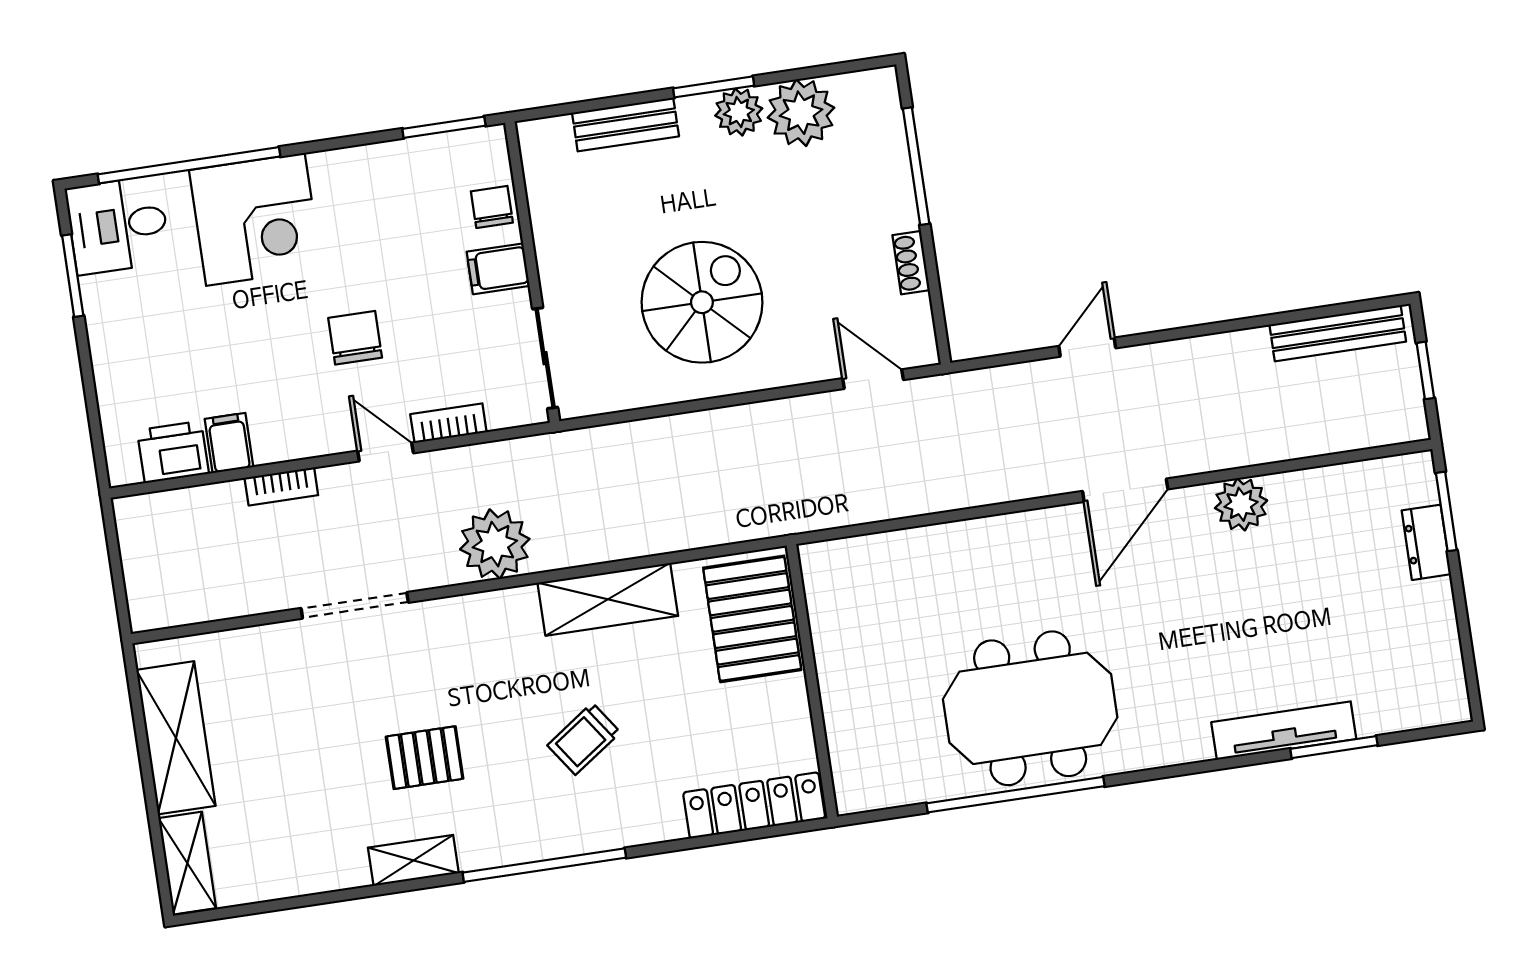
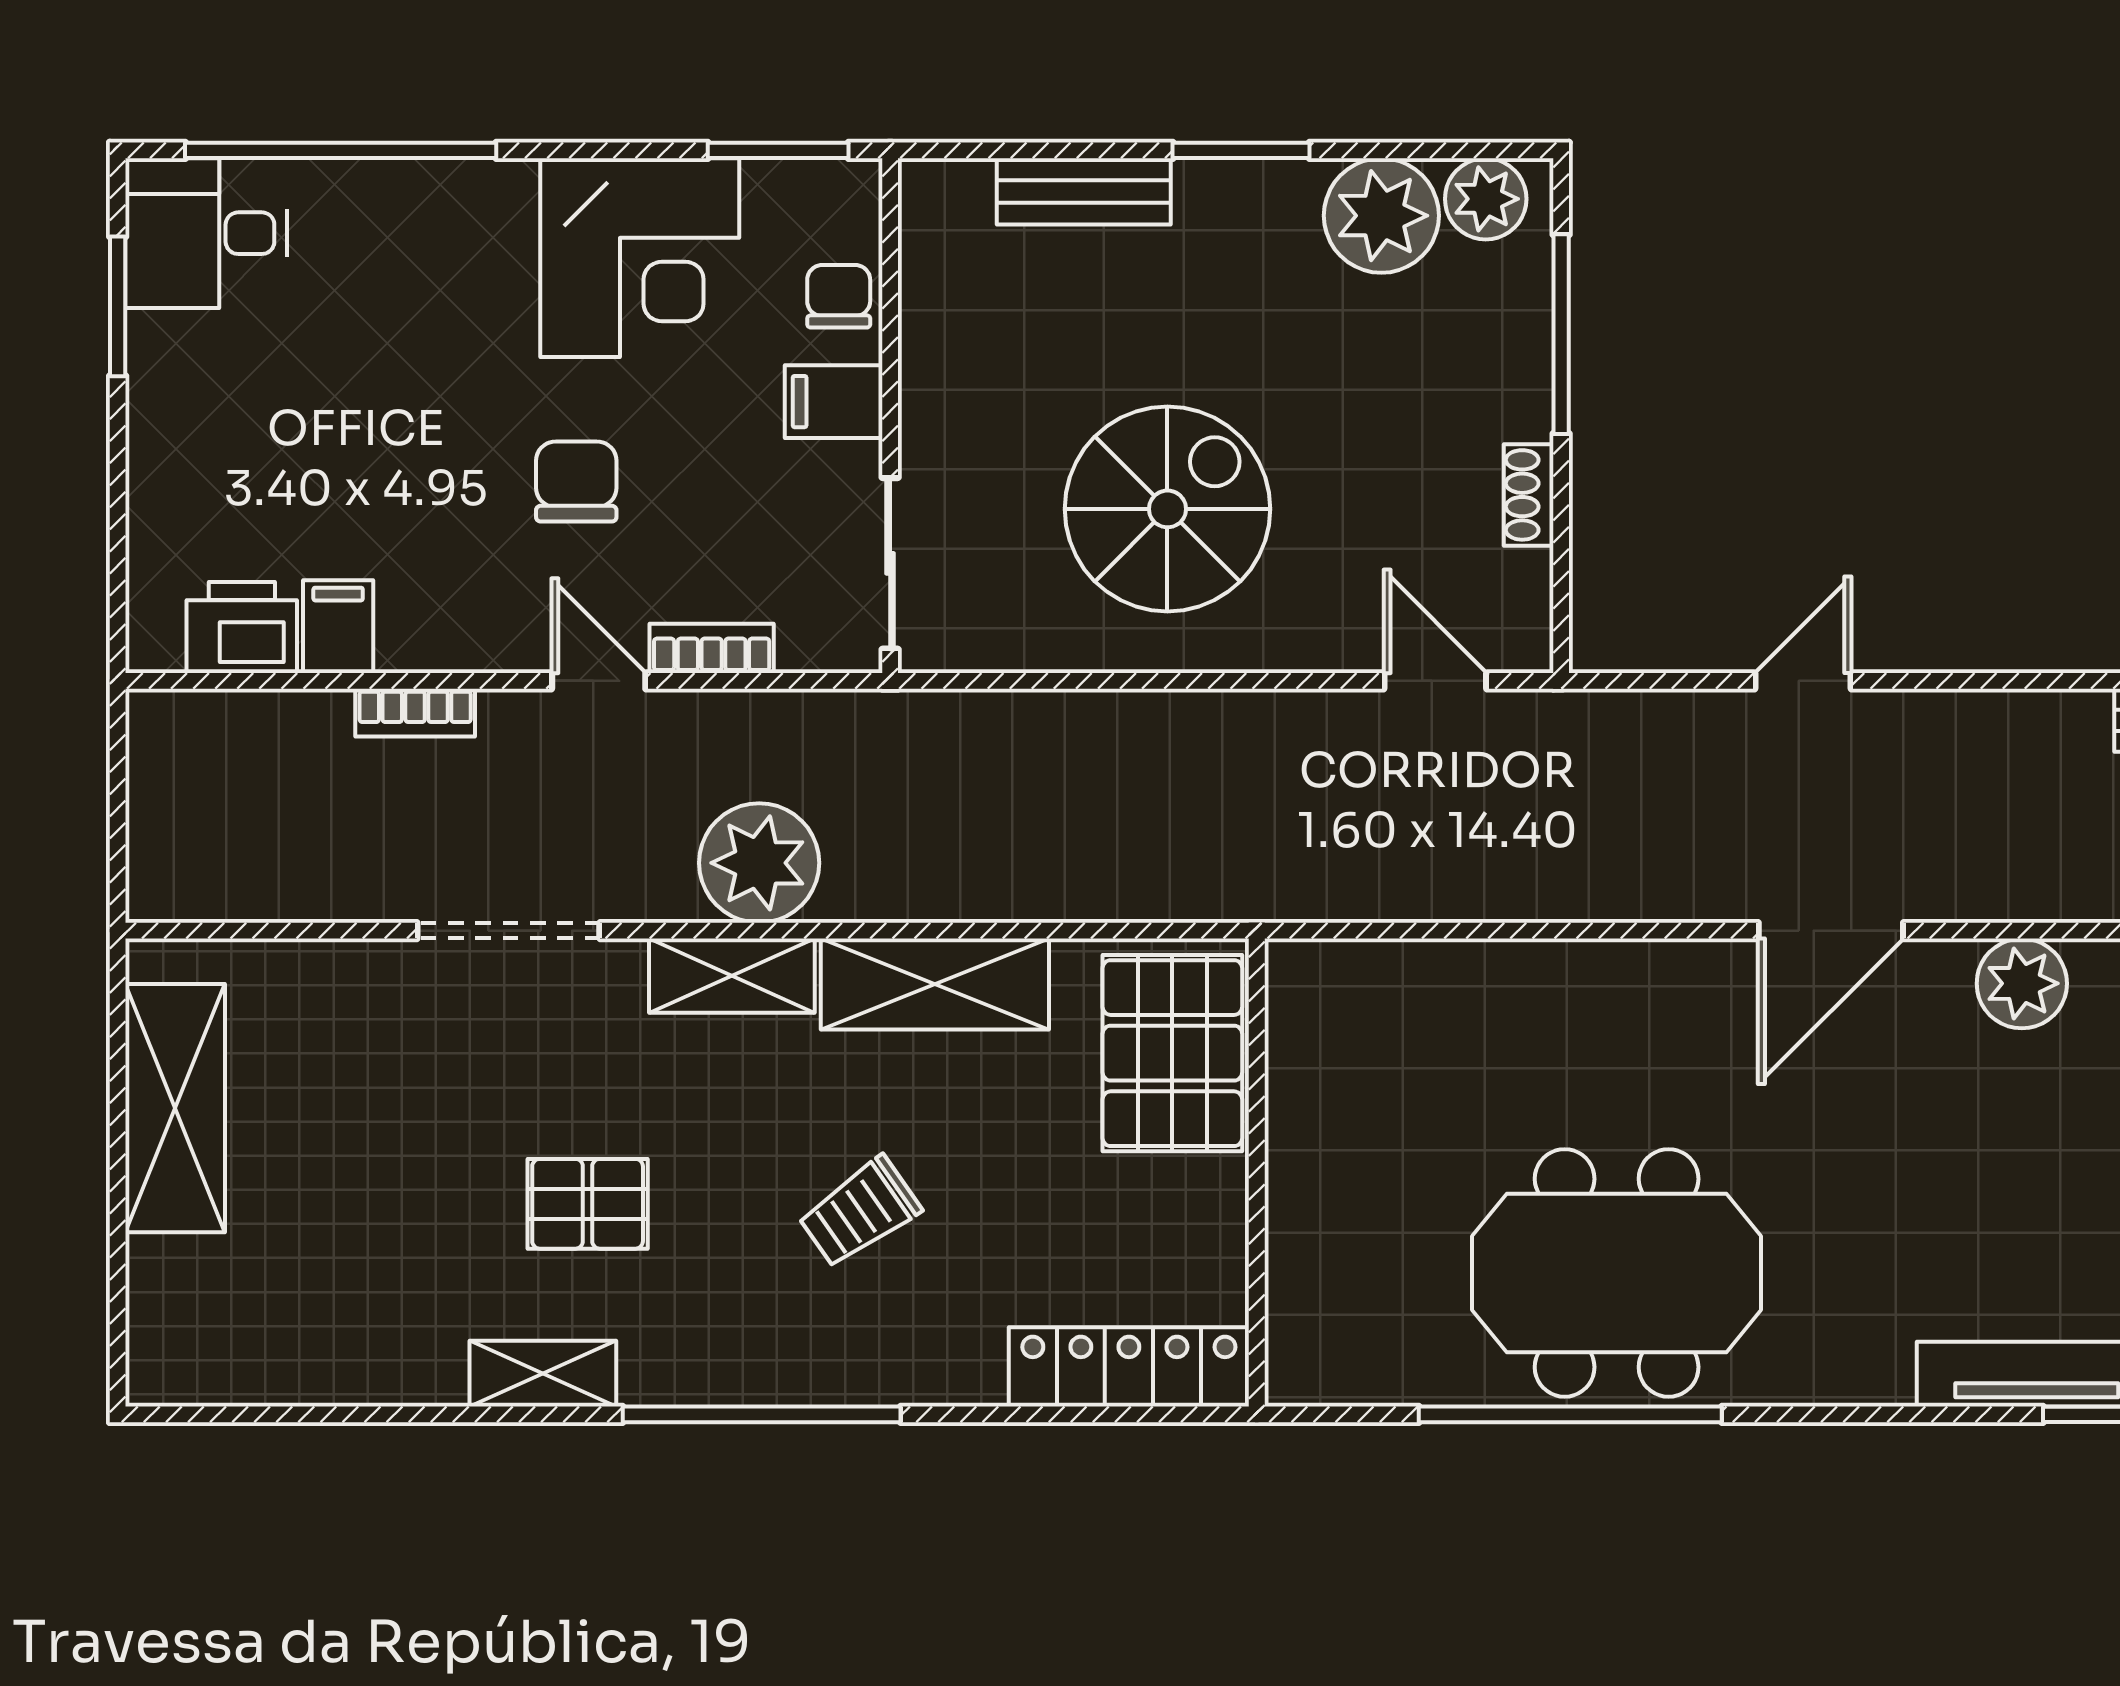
plant: (739, 112) -> (1486, 199), moved
corner desk: (255, 219) -> (640, 258), moved
shelving: (187, 863) -> (732, 976), moved, turned 90

